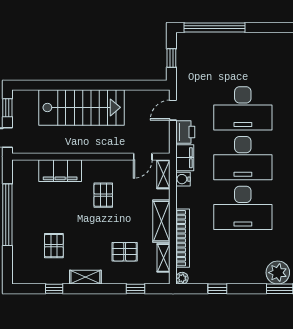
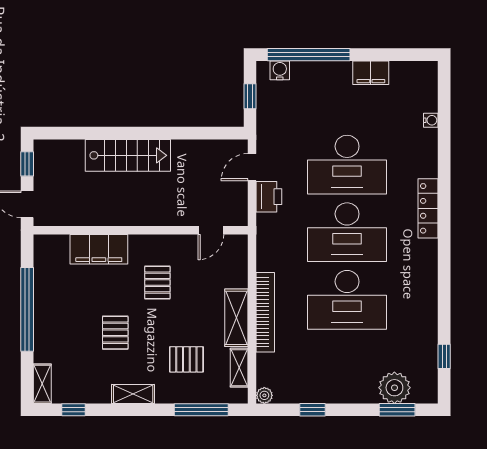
stairs: (81, 107) -> (128, 155), width x0.73, depth x0.66
filing cabinet: (185, 158) -> (371, 73), moved, turned 90
shelving: (163, 174) -> (42, 384), moved
water cooler: (183, 179) -> (280, 70), moved, turned 90
bookcase: (183, 238) -> (265, 312), moved
pallet: (54, 246) -> (115, 333), moved
window: (54, 289) -> (73, 410), moved
window: (135, 289) -> (201, 410), width x2.17

